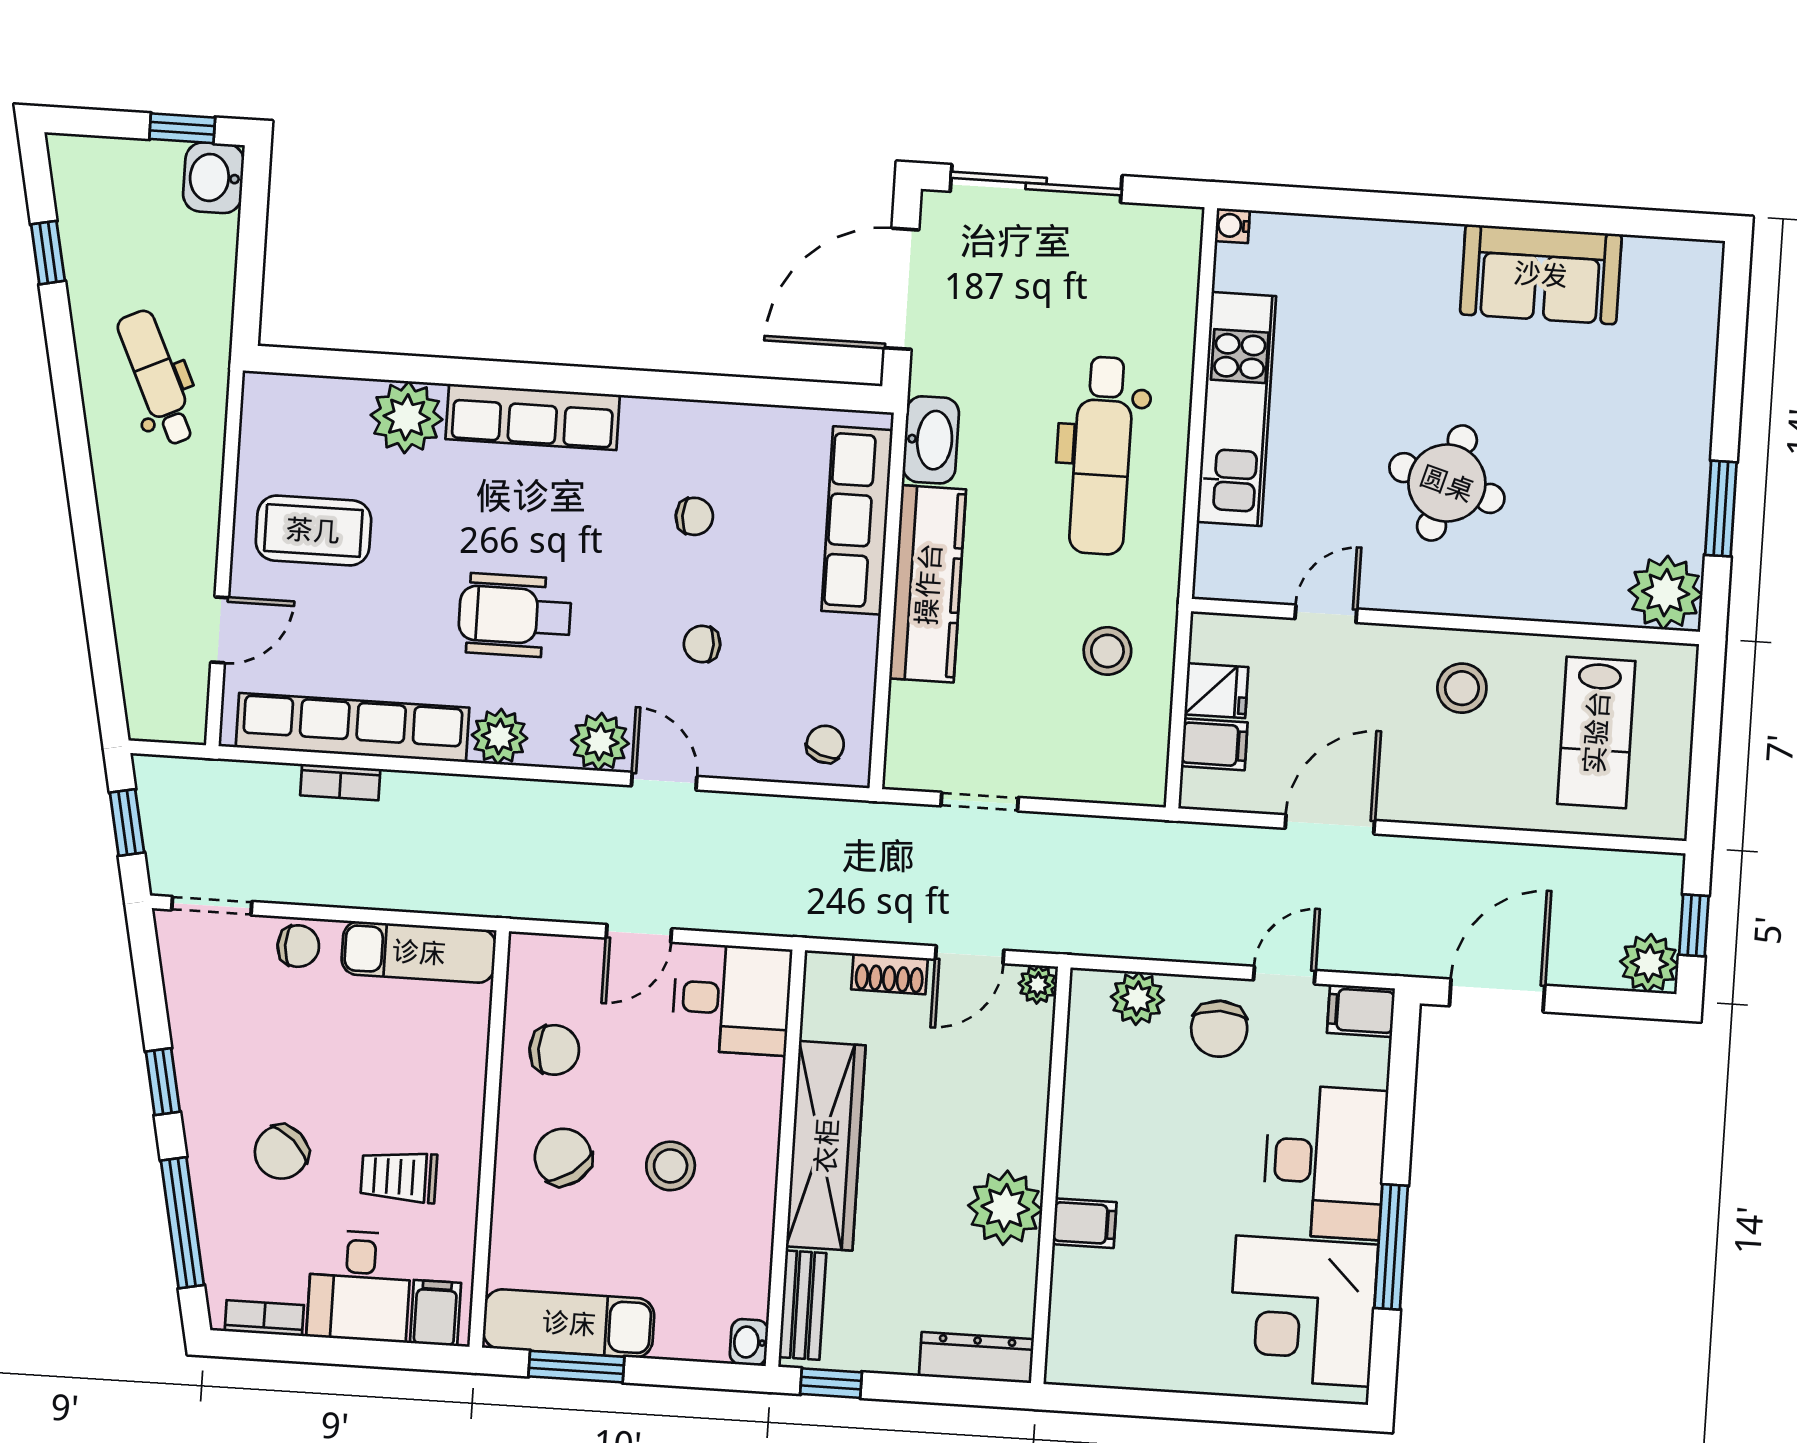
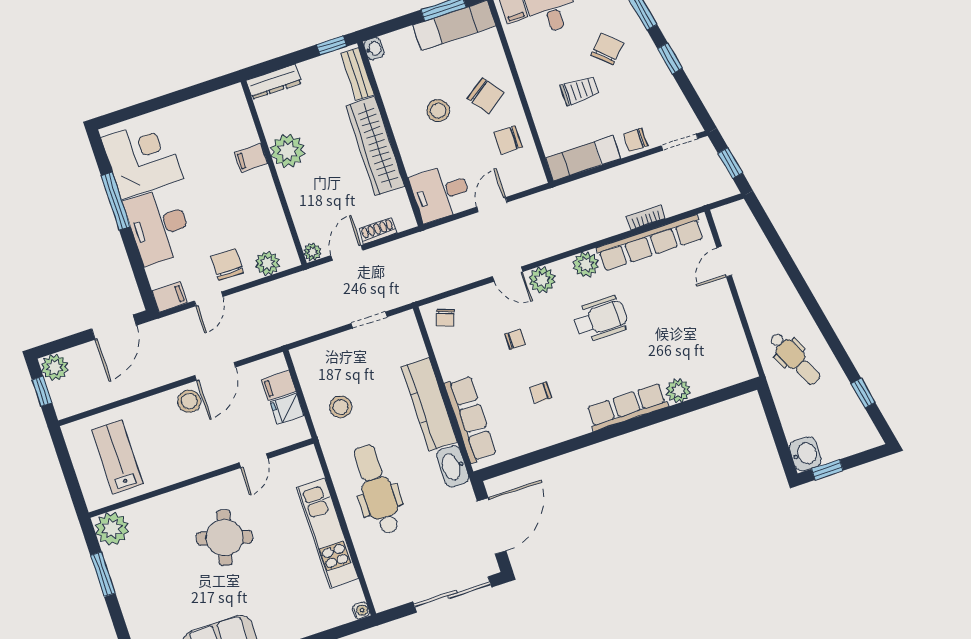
plant: (407, 417) -> (678, 391), width x0.73, depth x0.73
coffee table: (313, 530) -> (701, 320), removed
stool: (1462, 688) -> (189, 401), moved
trolley: (399, 1177) -> (580, 91), moved

